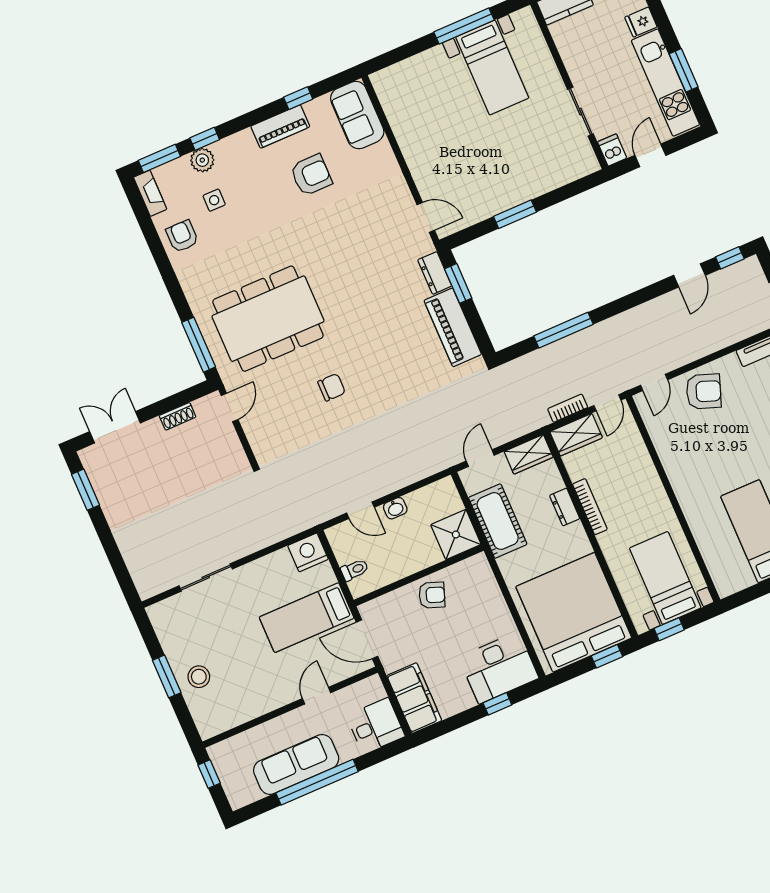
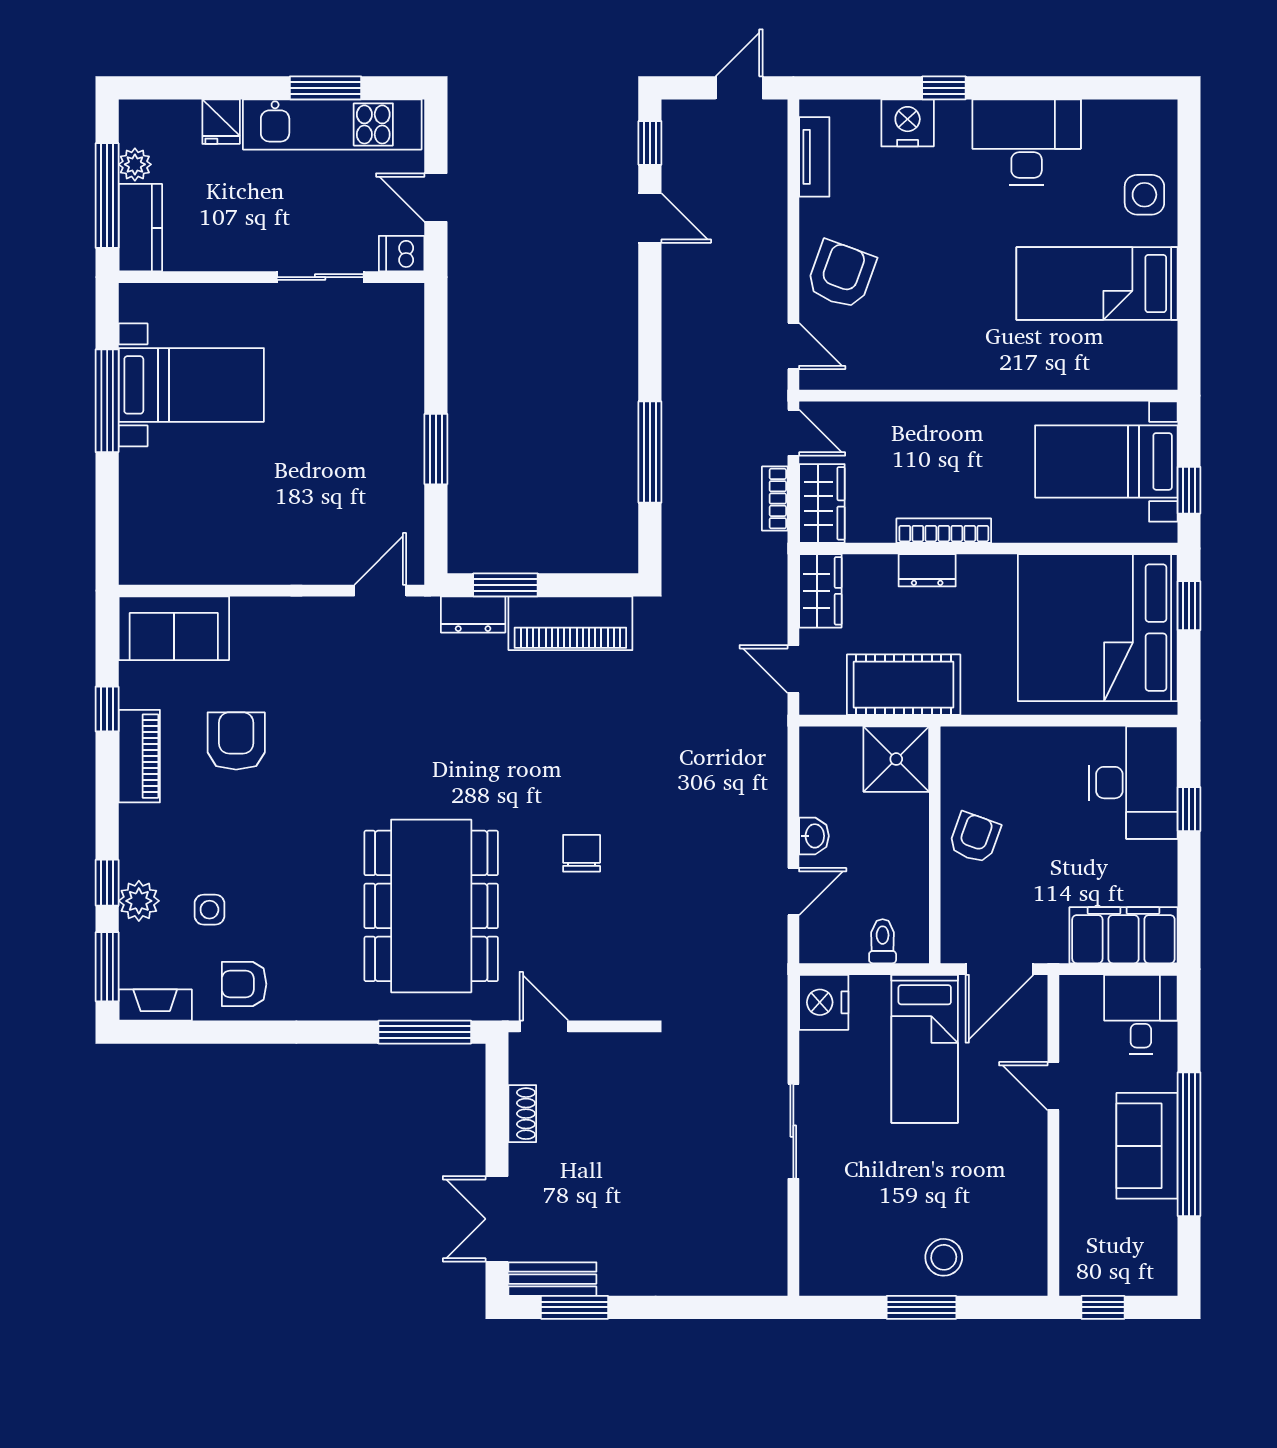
bench: (96, 471) -> (552, 1279), added
sliding door: (206, 577) -> (793, 1131), moved
sofa: (296, 764) -> (1147, 1146), width x0.73

